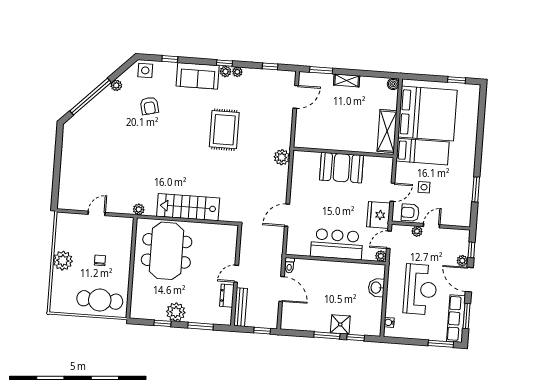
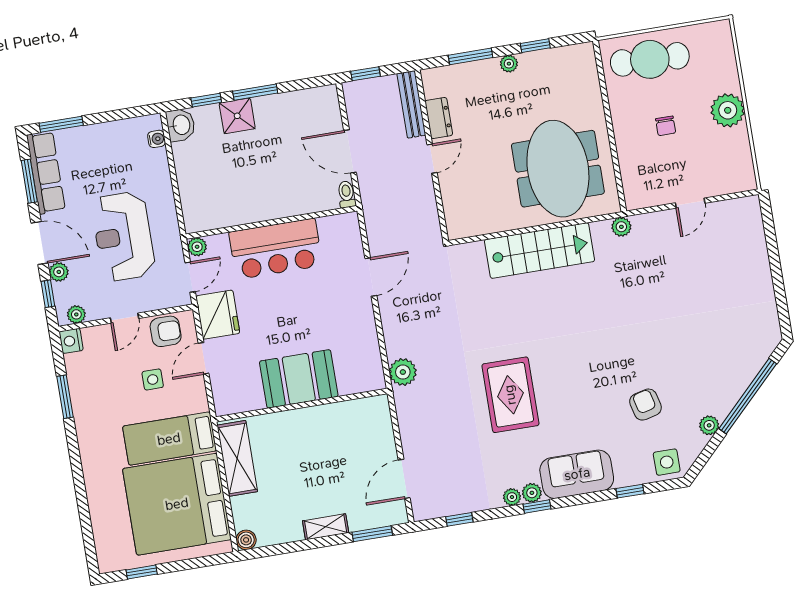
nightstand: (465, 220) -> (71, 341), added
plant: (417, 231) -> (76, 314), moved
washbasin: (376, 288) -> (181, 125), moved
reception desk: (420, 289) -> (123, 236), moved
plant: (176, 312) -> (509, 64), width x0.53, depth x0.53

